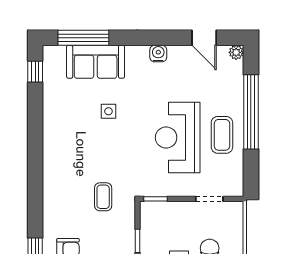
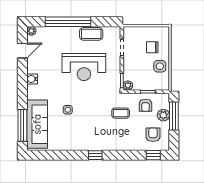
sofa: (96, 62) -> (37, 124), width x1.36
window: (35, 72) -> (95, 155), moved
coffee table: (222, 135) -> (91, 34), moved
plant: (148, 209) -> (128, 85), added
armchair: (116, 237) -> (146, 105), added

